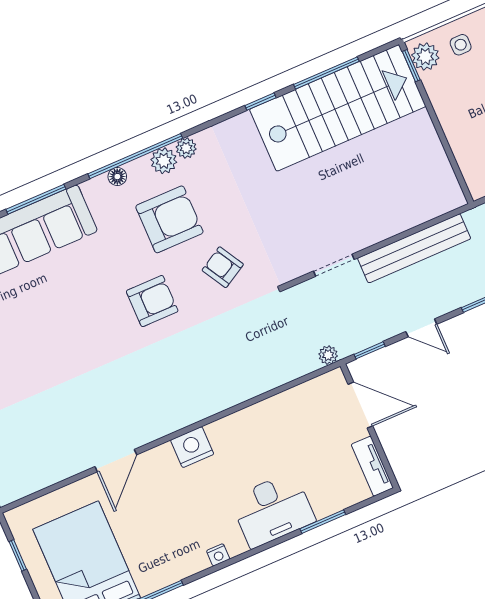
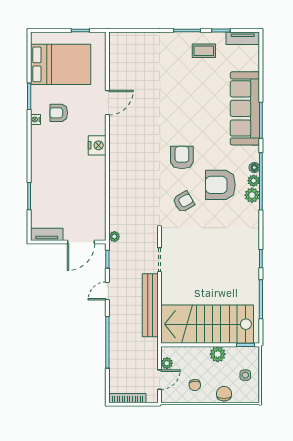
plant: (425, 57) -> (218, 354), moved
stairs: (338, 108) -> (207, 324), moved, turned 90
plant: (186, 148) -> (254, 181), moved
armchair: (169, 219) -> (220, 185), turned 90
armchair: (152, 301) -> (182, 158), turned 180
door: (116, 461) -> (107, 103), swing flipped
desk: (273, 510) -> (47, 173), removed
armchair: (167, 532) -> (59, 113), added
nightstand: (218, 555) -> (36, 119), moved

